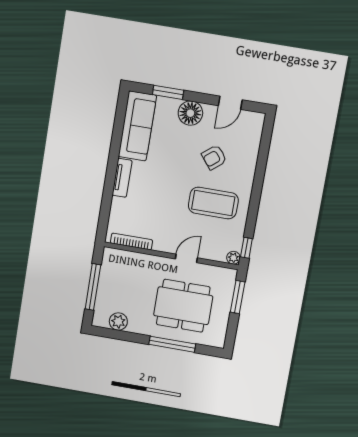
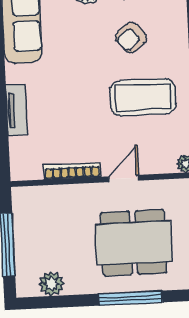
tv unit: (122, 178) -> (17, 110), moved
bookcase: (131, 242) -> (72, 171), moved

